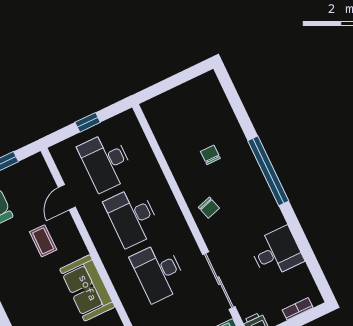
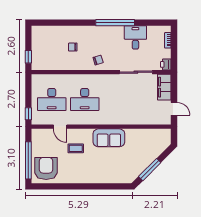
window: (159, 89) -> (28, 57), added
window: (88, 122) -> (28, 114), moved
window: (268, 171) -> (115, 23), moved
desk: (159, 272) -> (118, 99), removed

